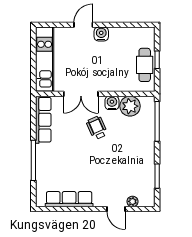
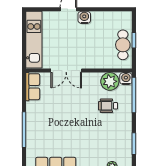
water cooler: (112, 103) -> (126, 79), moved
row of seats: (43, 120) -> (33, 87), width x0.68
wheelchair: (97, 128) -> (108, 106), moved, turned -66

